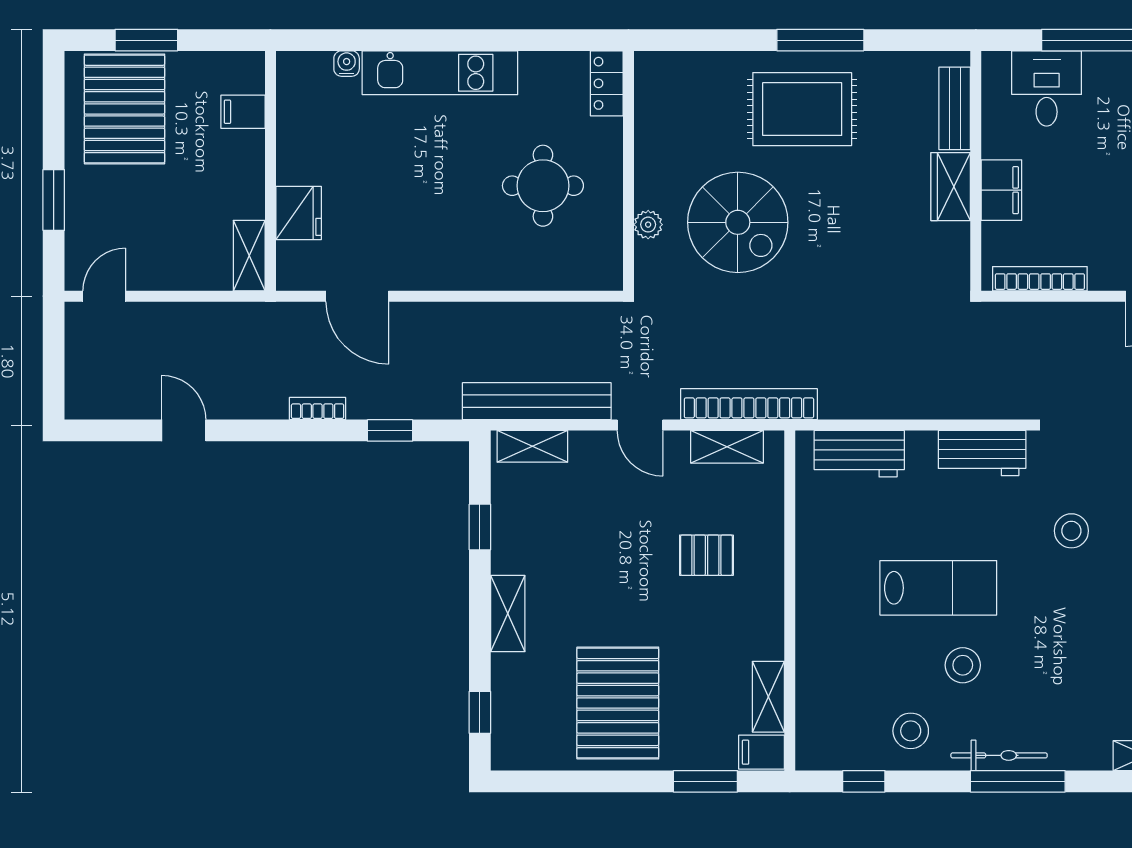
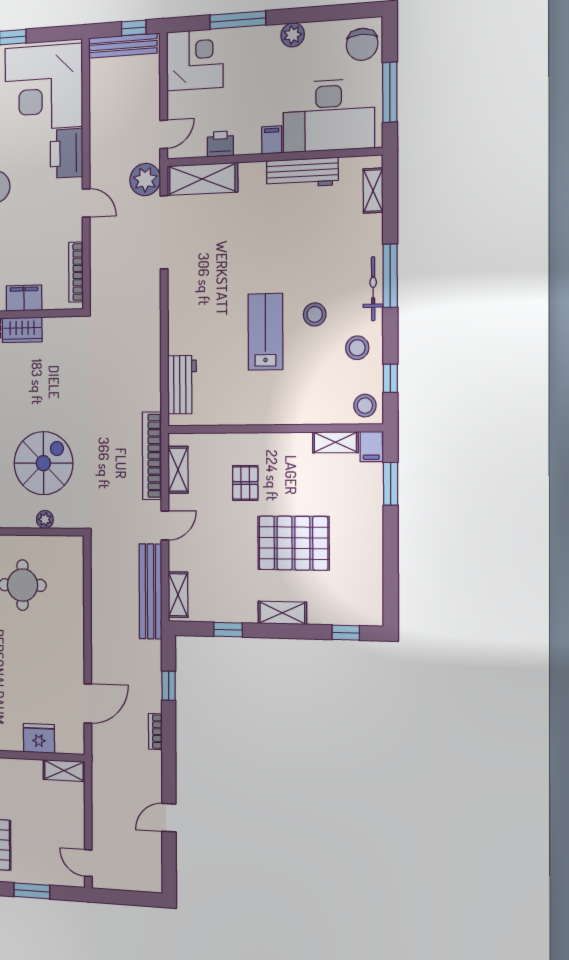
workbench: (982, 453) -> (181, 306), removed
stool: (1071, 531) -> (365, 406), moved
pallet: (618, 703) -> (293, 543), moved

